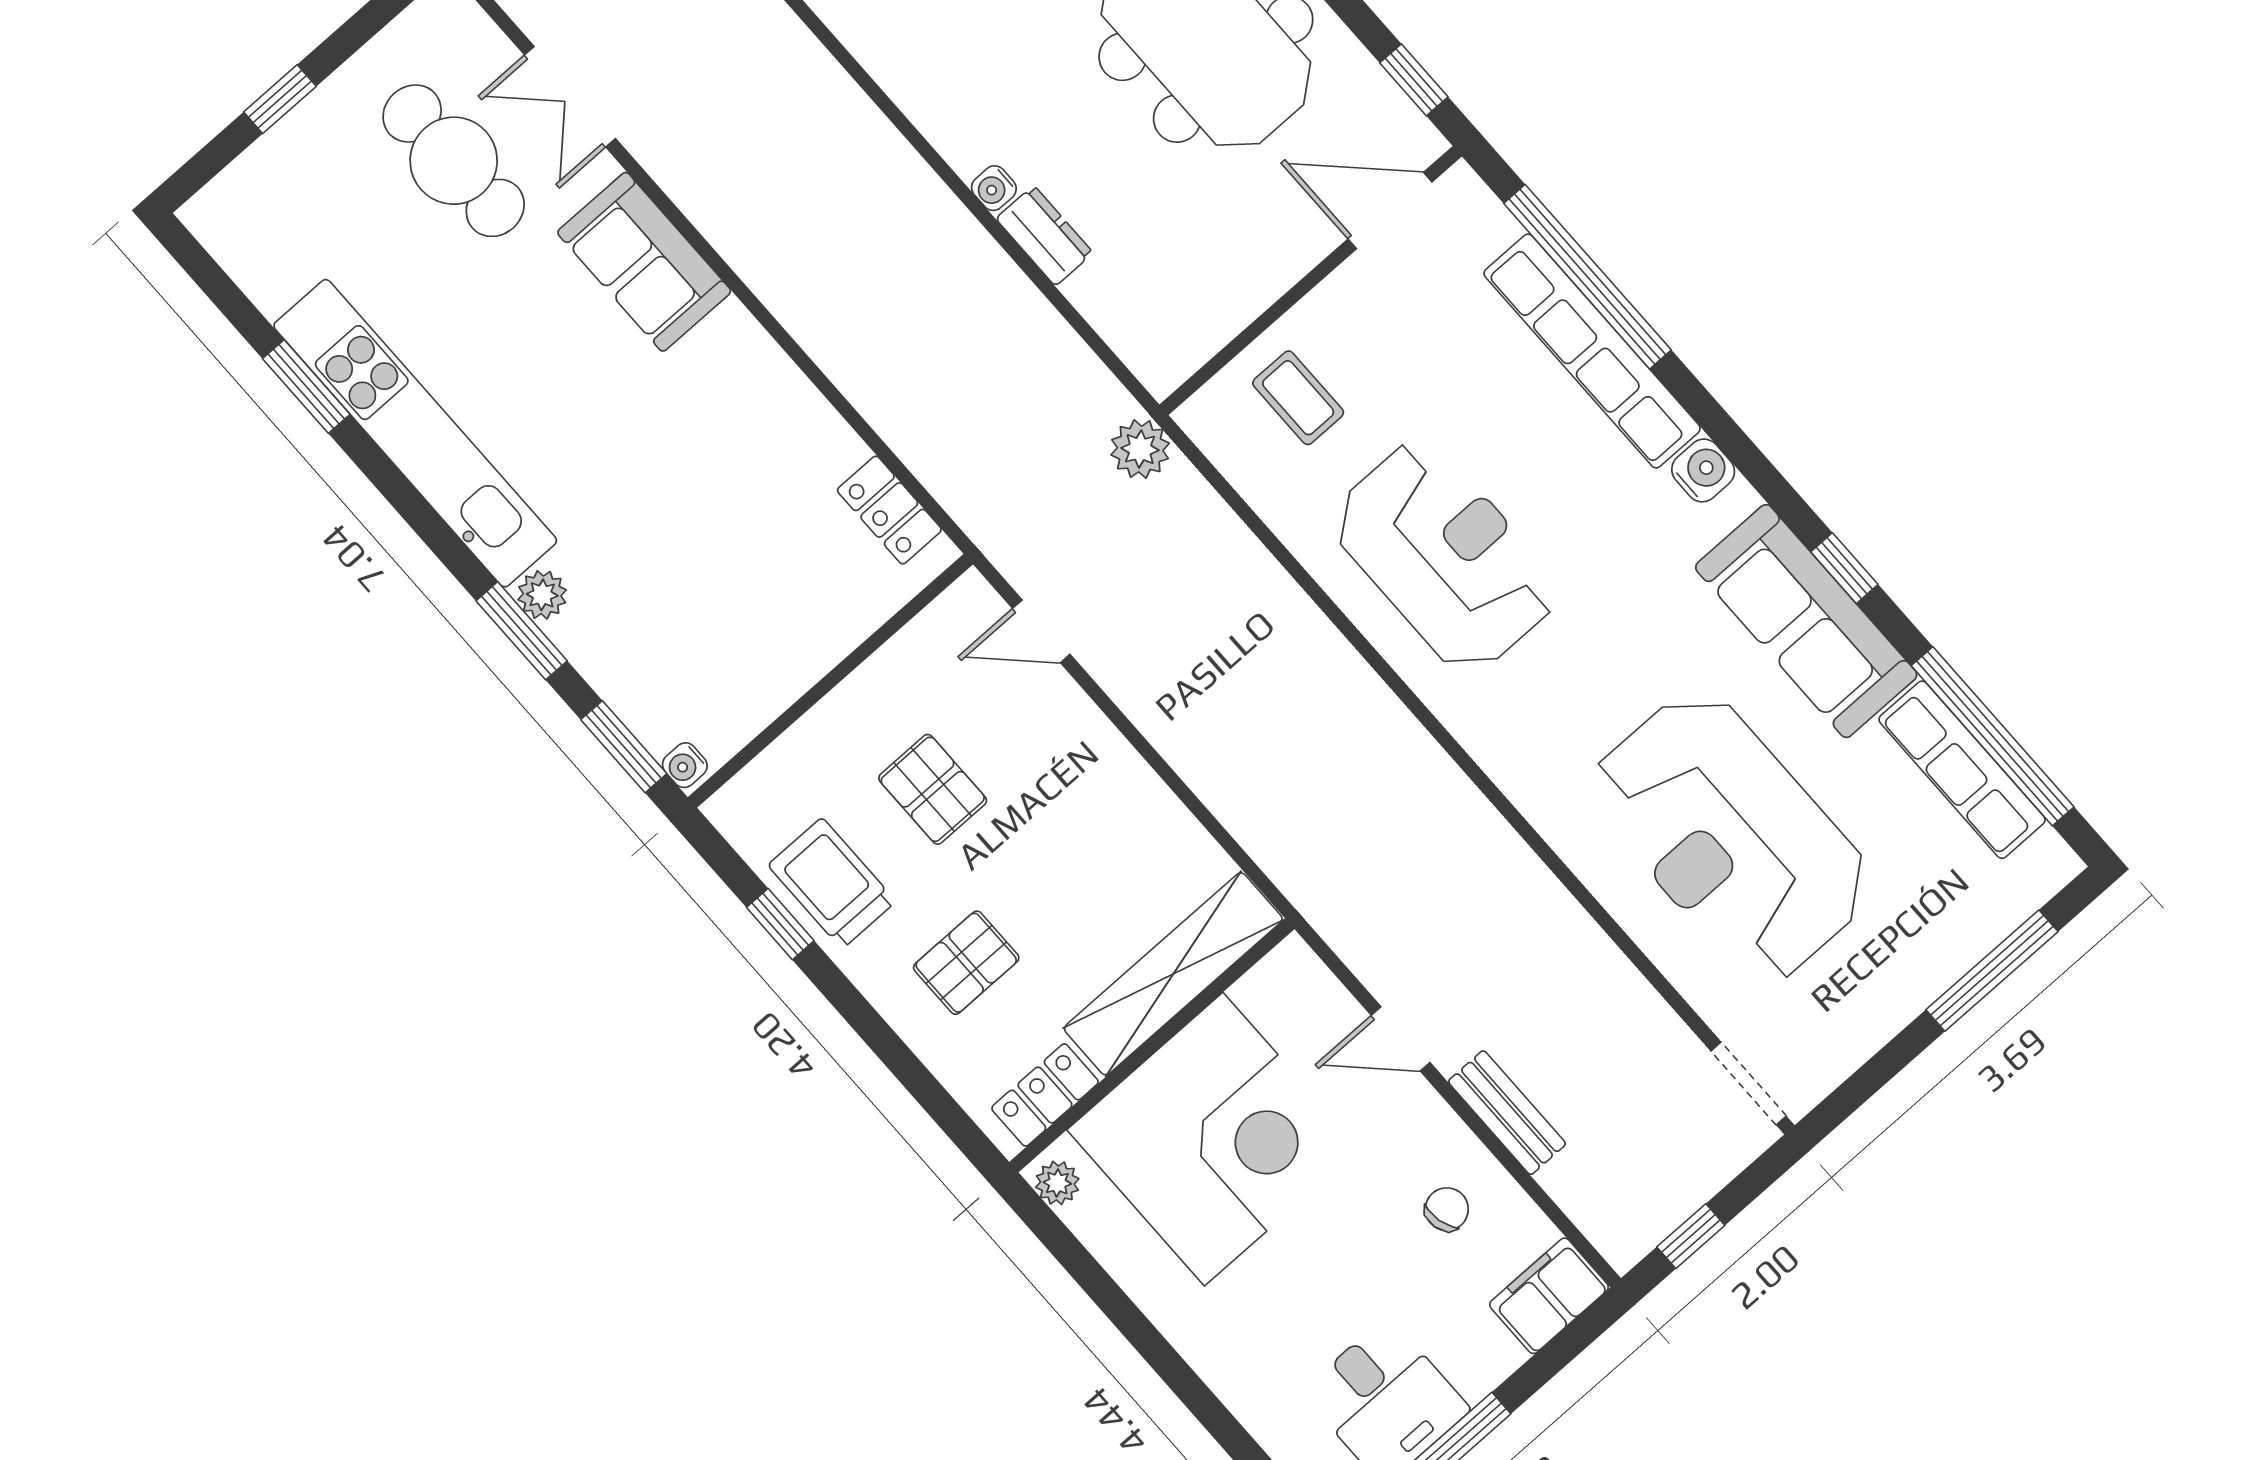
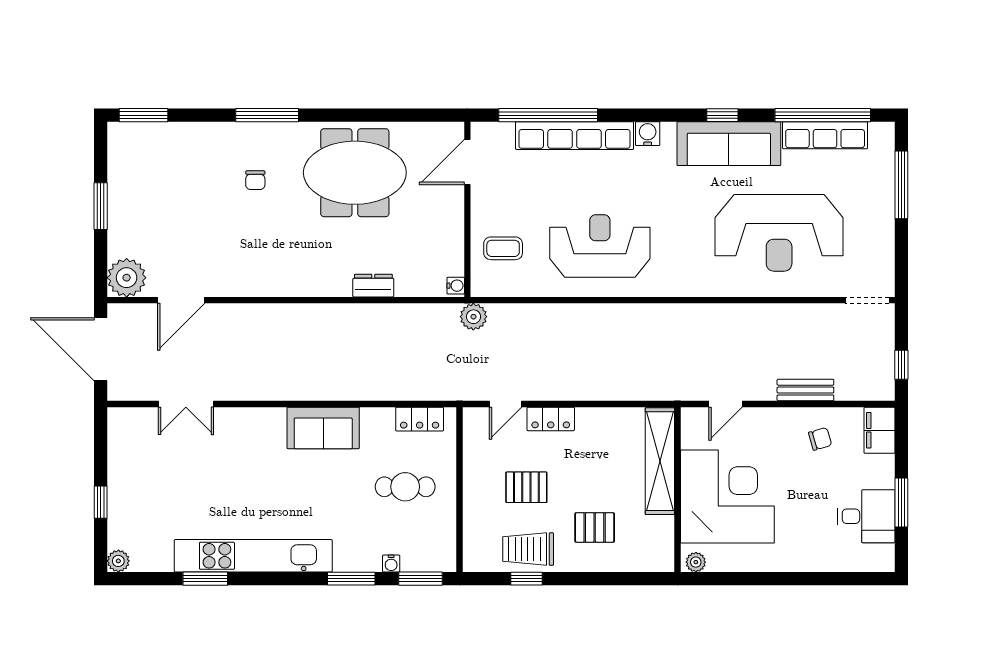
window: (1414, 80) -> (431, 115), removed
cafe table: (454, 161) -> (405, 487), moved, width x0.73, depth x0.74
water cooler: (994, 188) -> (456, 286), moved, turned -90
sofa: (644, 262) -> (323, 428), moved
plant: (542, 595) -> (118, 561), moved
water cooler: (685, 765) -> (391, 564), moved
pallet: (966, 963) -> (595, 527), turned 90
door: (1401, 1039) -> (726, 404), moved
locker: (1045, 1095) -> (551, 419), moved, turned -90
chair: (1447, 1209) -> (820, 439), turned 87

